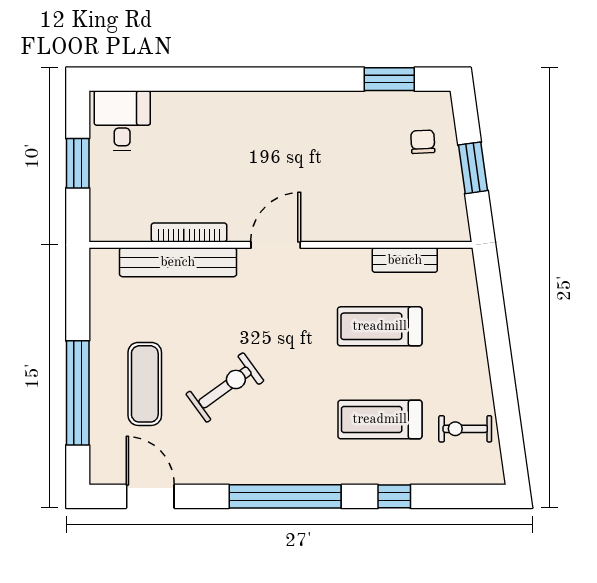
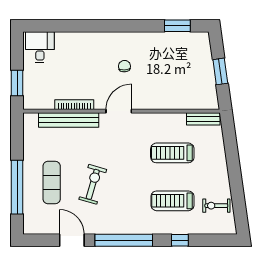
chair: (423, 142) -> (124, 66), moved
window: (78, 163) -> (17, 83), moved
bench: (405, 260) -> (203, 119), moved
exercise bike: (225, 387) -> (93, 184), turned -38
door: (150, 496) -> (72, 240), moved

